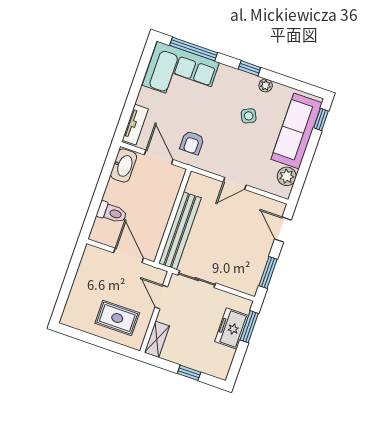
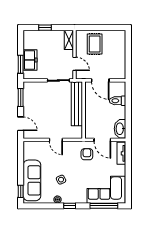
plant: (287, 176) -> (29, 154), removed
door: (235, 183) -> (56, 140), swing flipped
rug: (117, 318) -> (95, 44), turned 90

